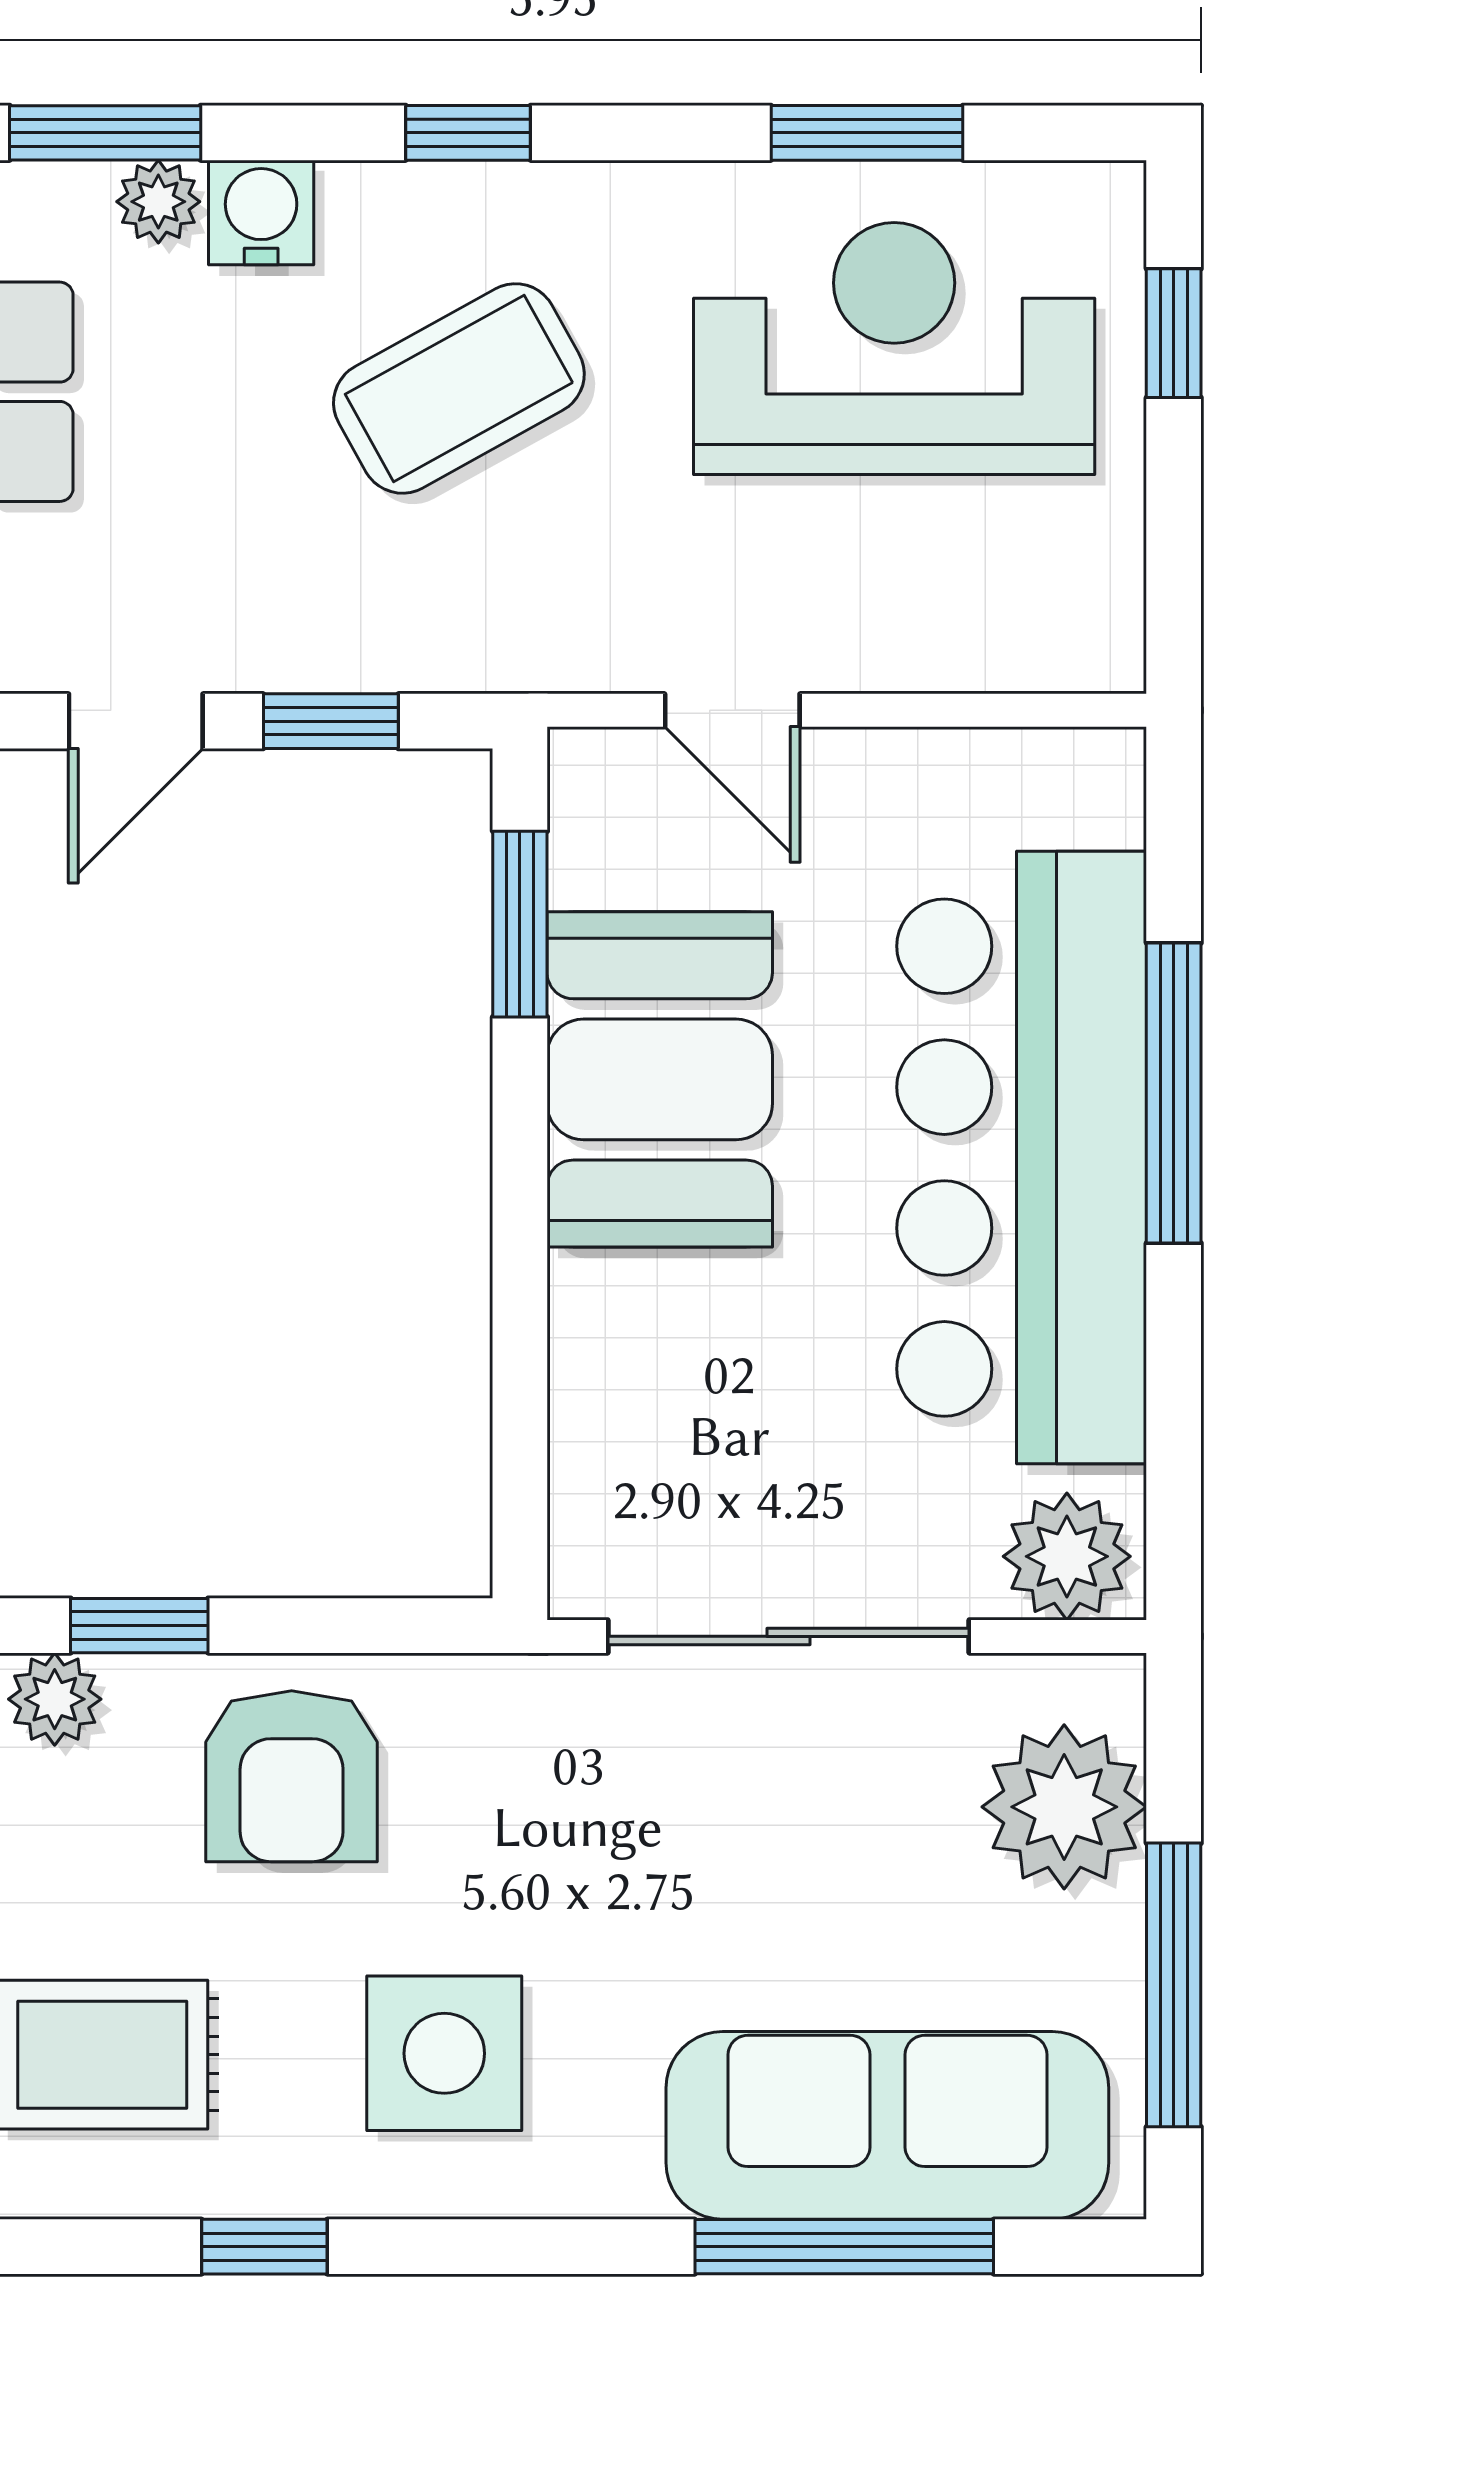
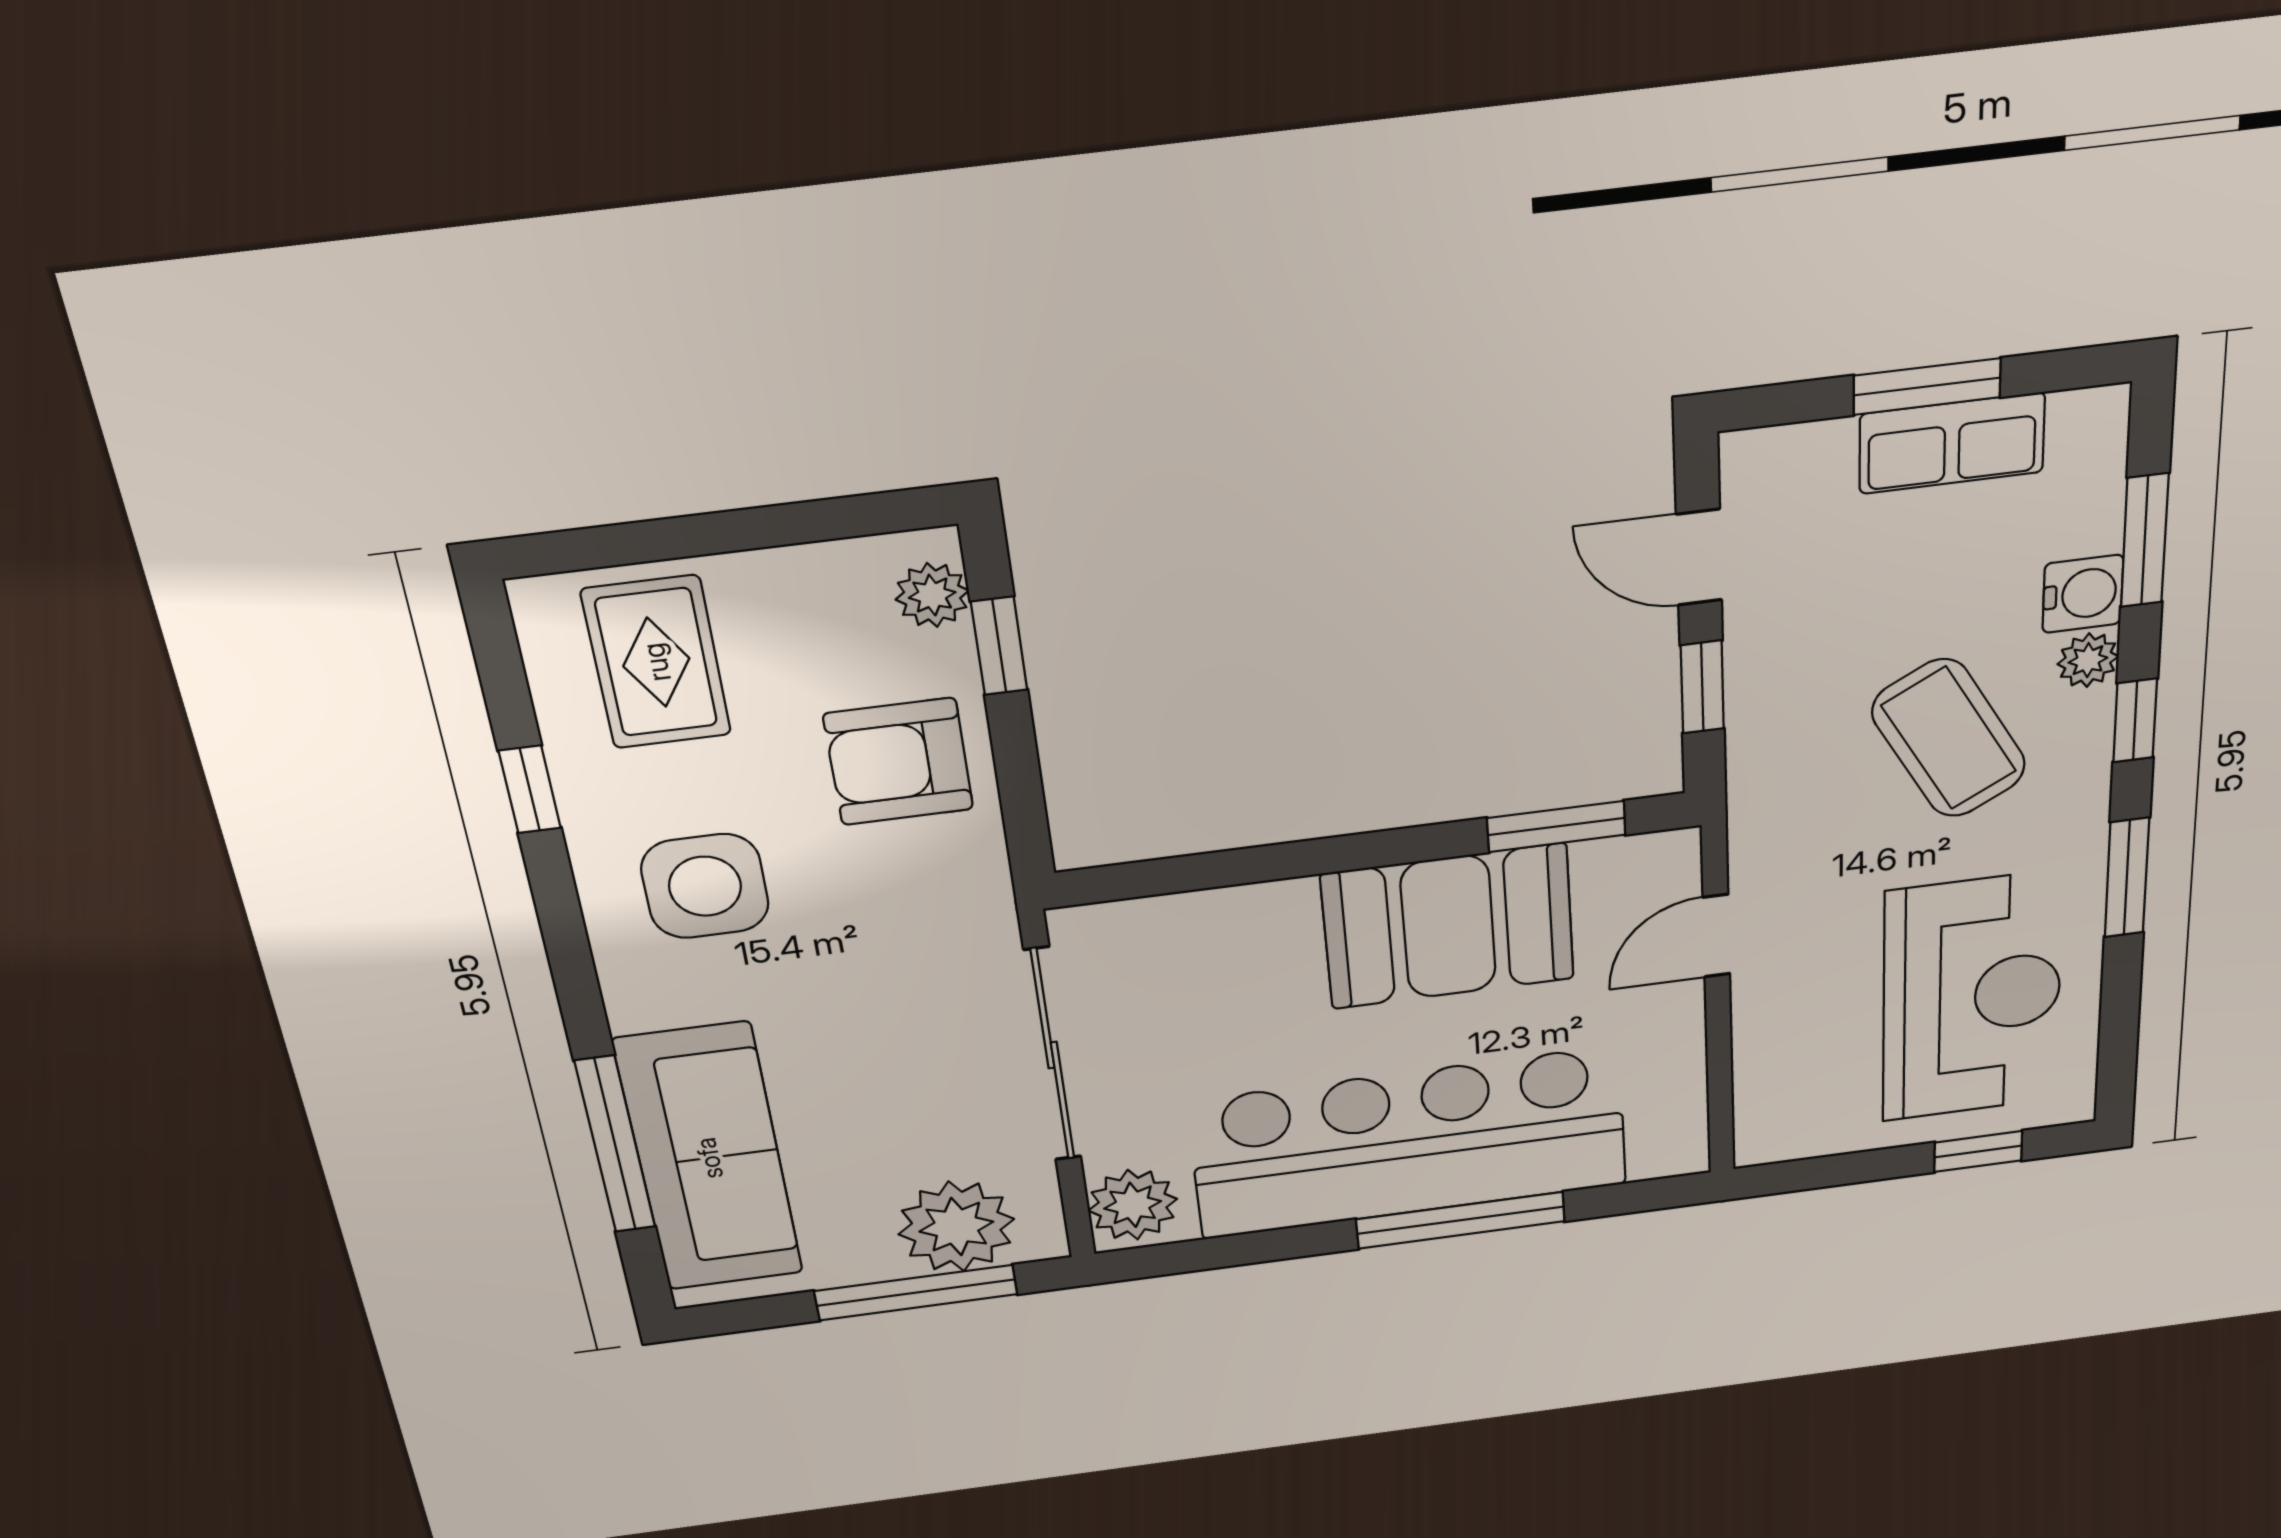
window: (105, 133) -> (2145, 540), moved
window: (867, 133) -> (2127, 878), moved
plant: (158, 202) -> (2088, 660), moved
window: (1174, 1985) -> (916, 1293), moved

